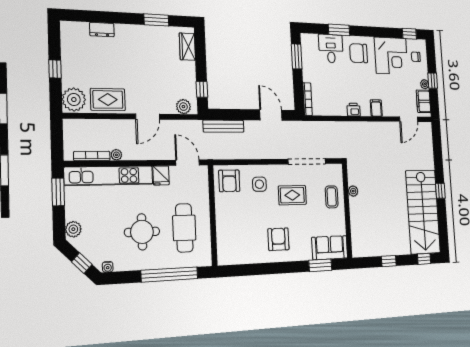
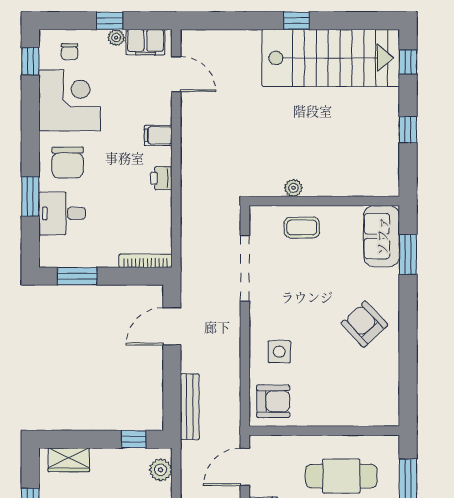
rug: (292, 195) -> (297, 297), removed
armchair: (278, 239) -> (364, 324), turned 47

